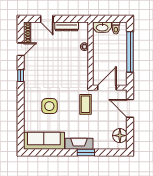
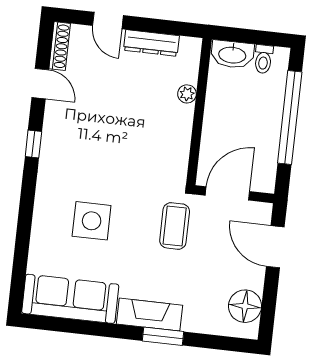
door: (21, 49) -> (40, 84), hinge flipped

